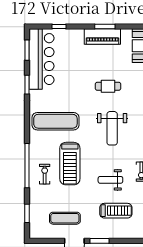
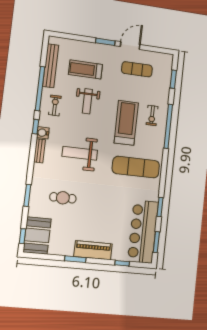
piano: (102, 37) -> (93, 250), moved
cafe table: (108, 86) -> (63, 198), moved
weight bench: (112, 128) -> (80, 153), turned -90
weight bench: (110, 180) -> (87, 101), turned 90

